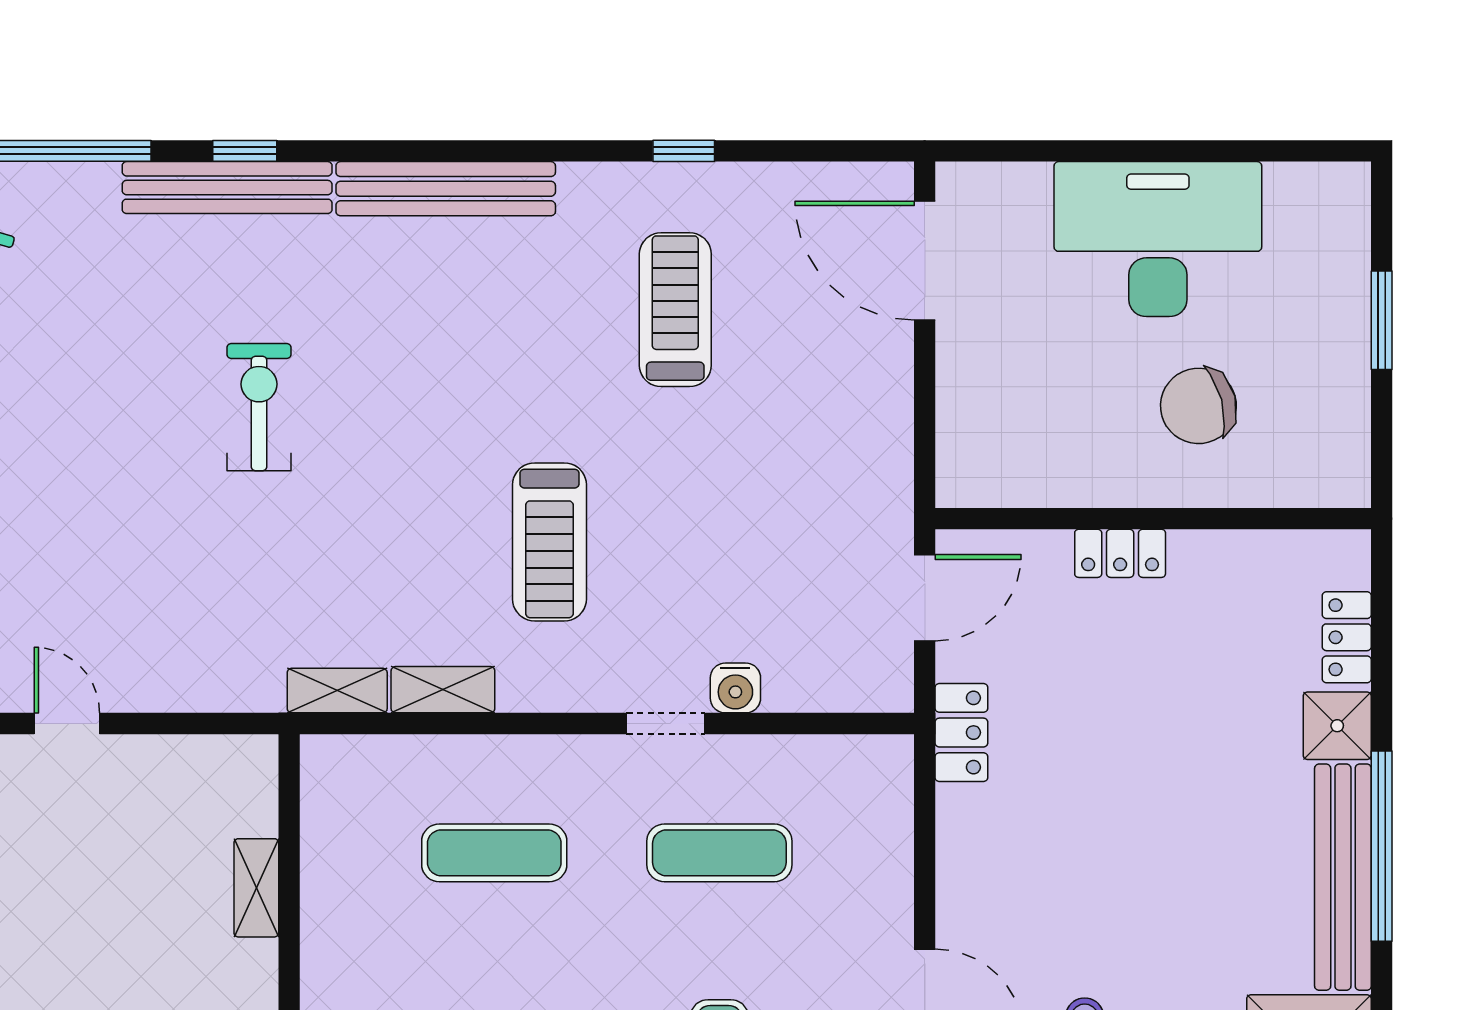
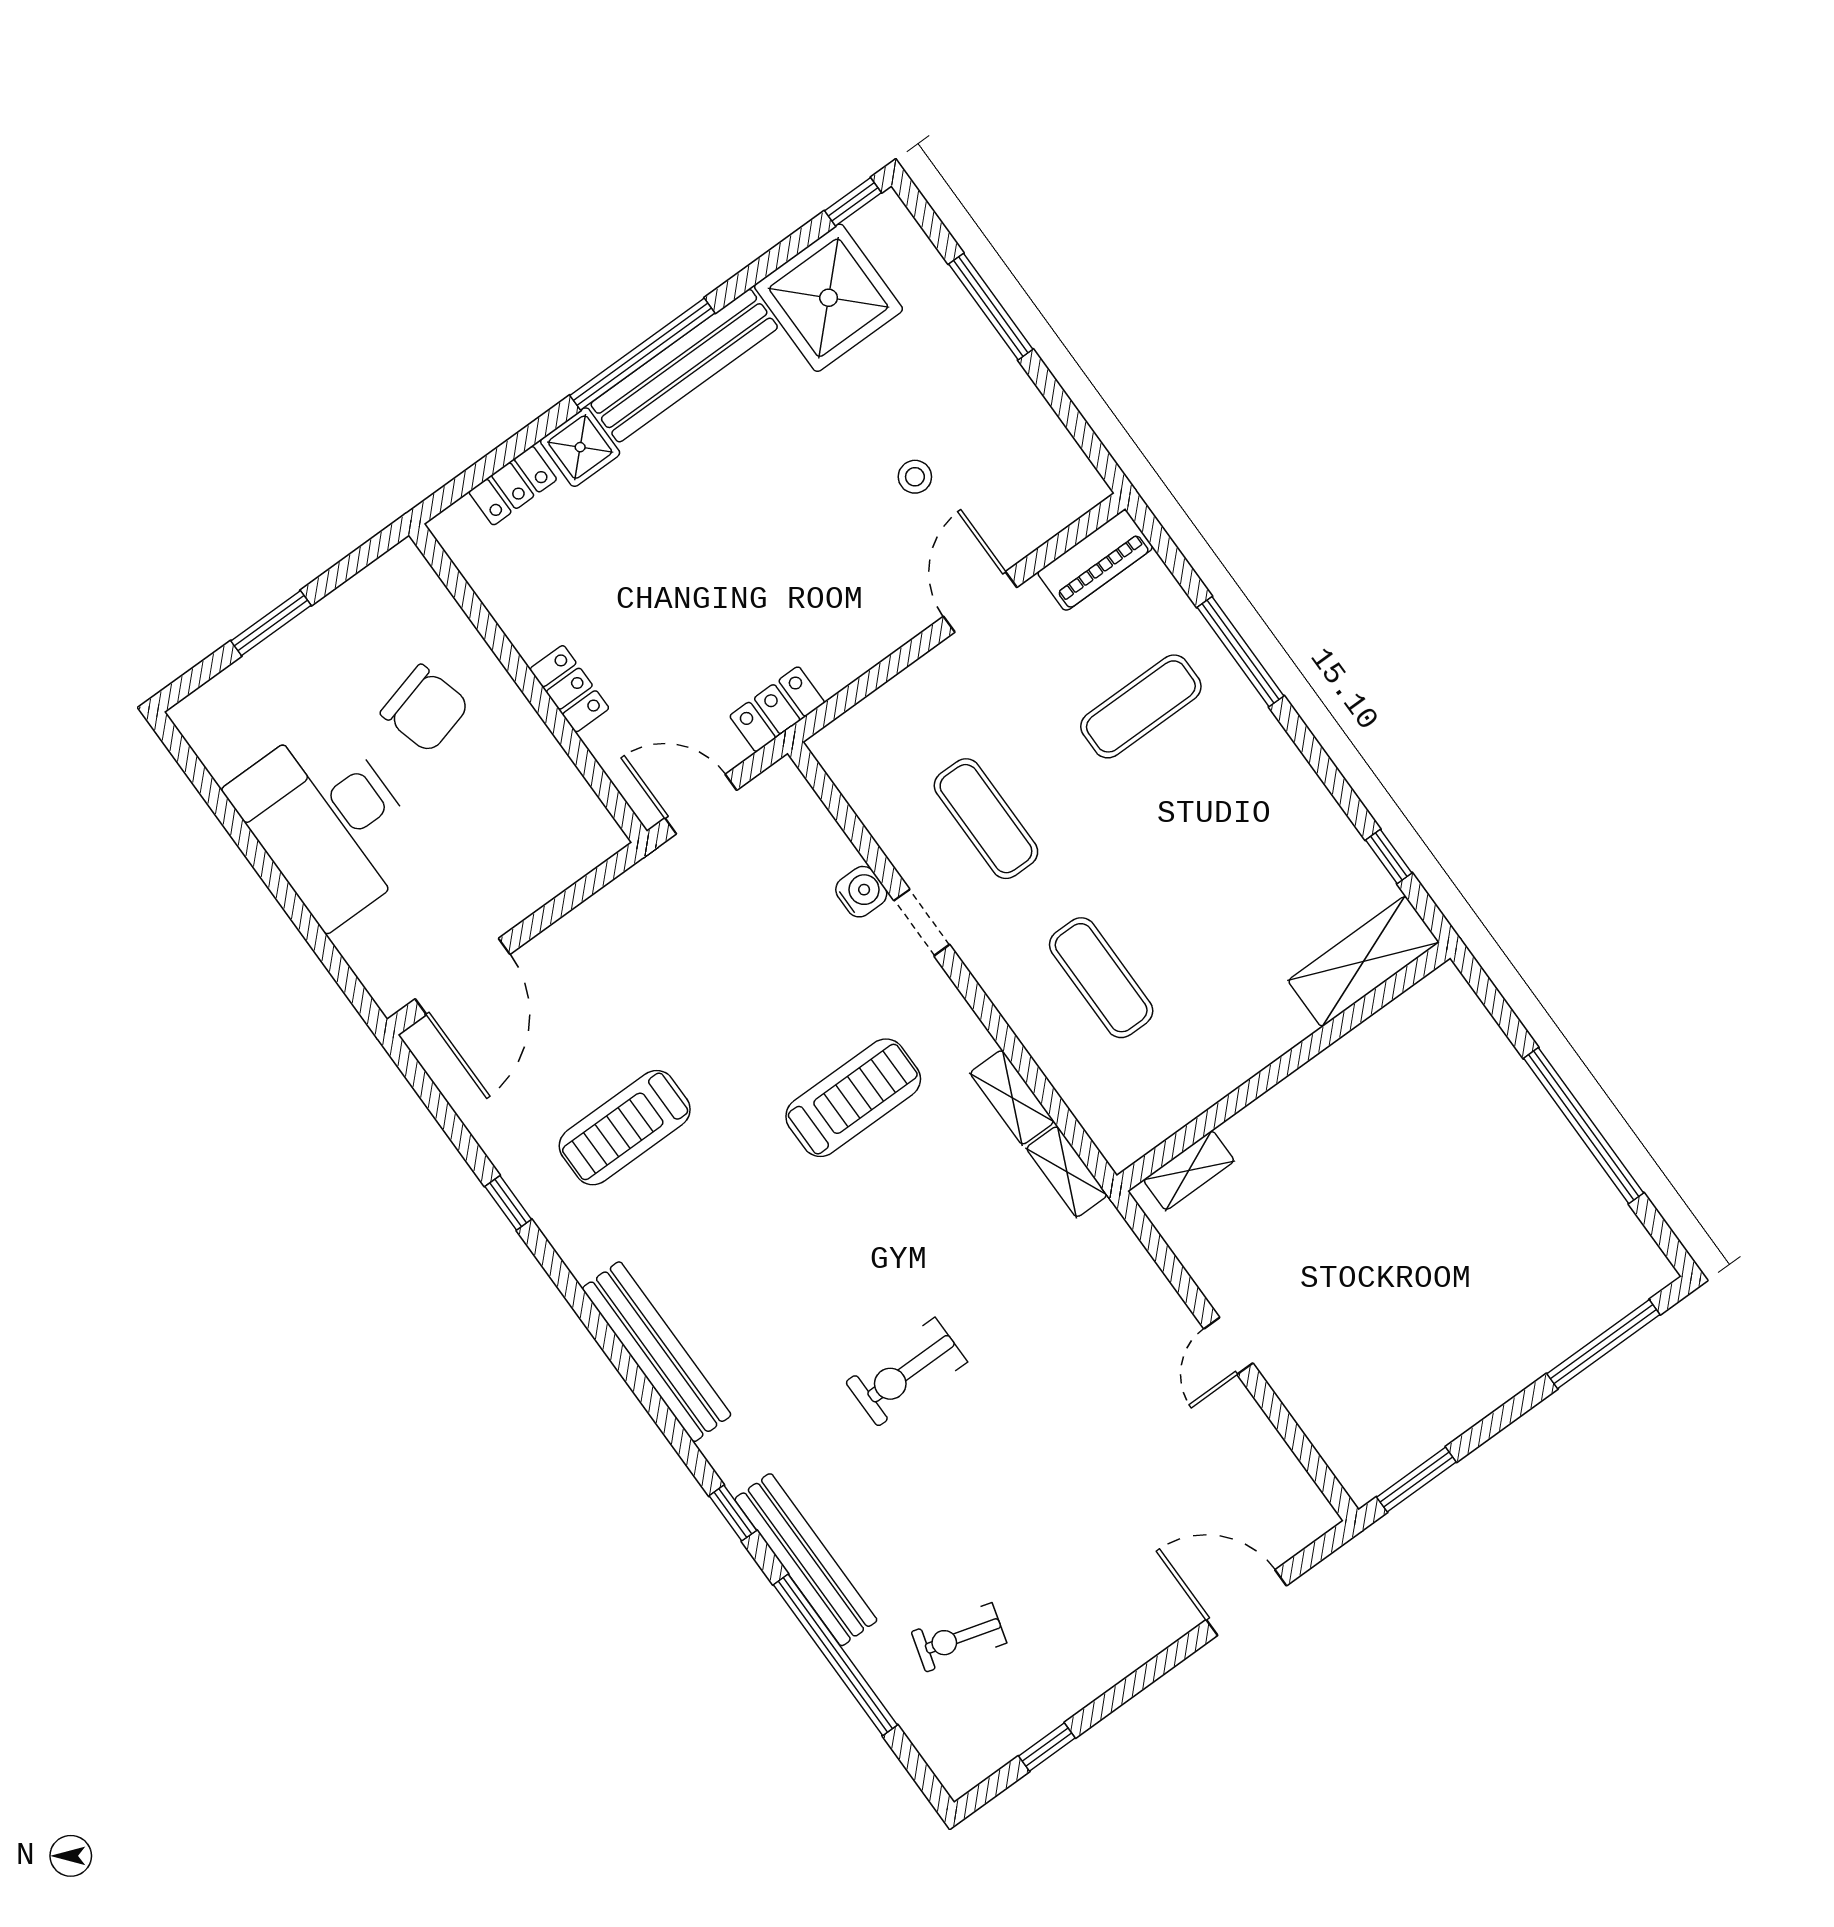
bench: (227, 188) -> (806, 1560), moved
shelving: (256, 888) -> (1189, 1170), moved

